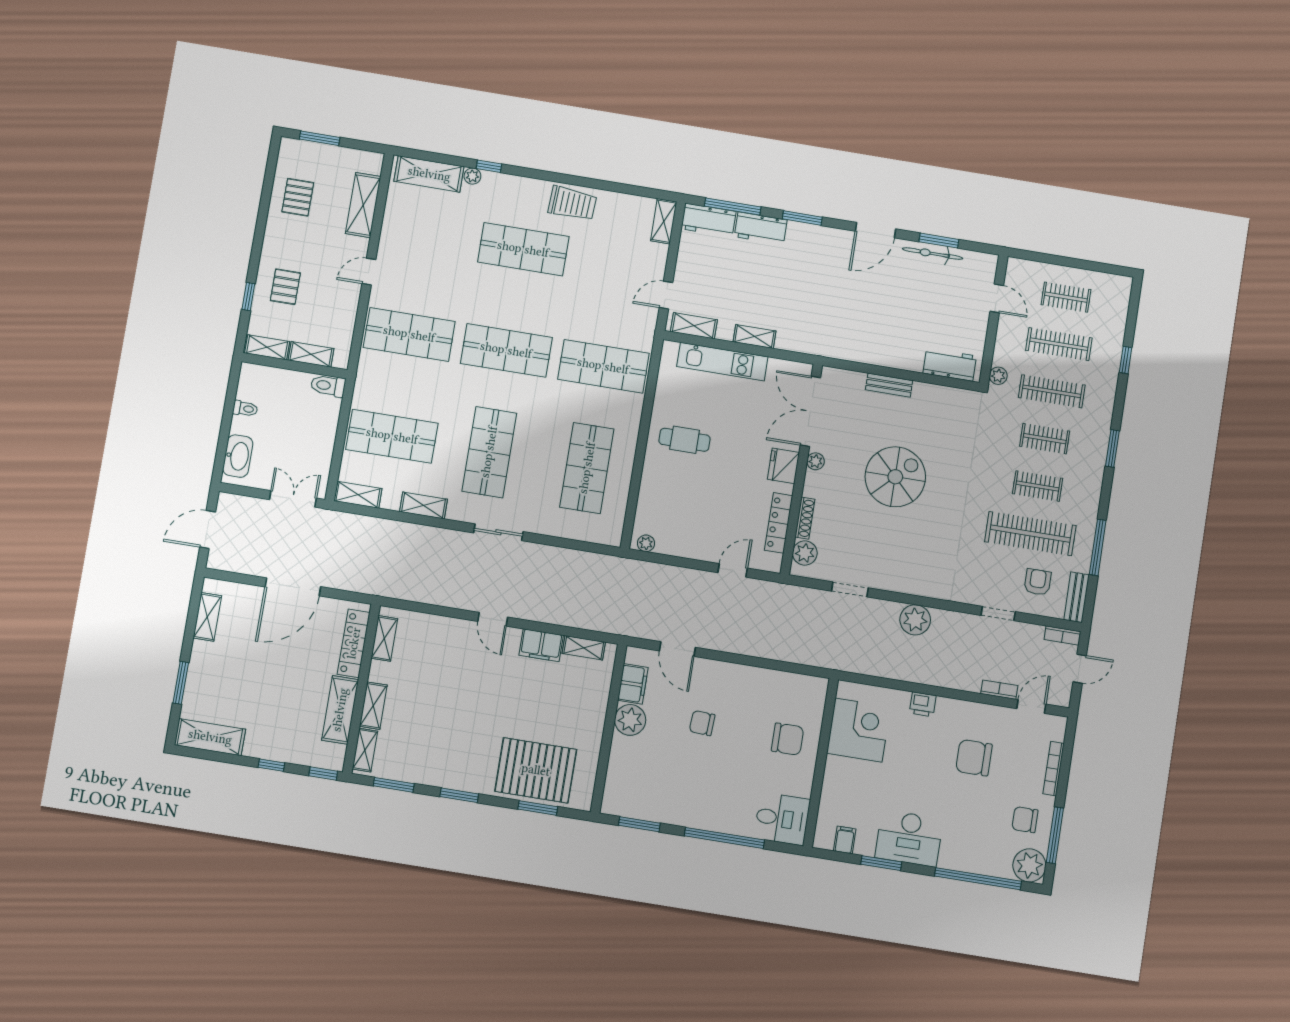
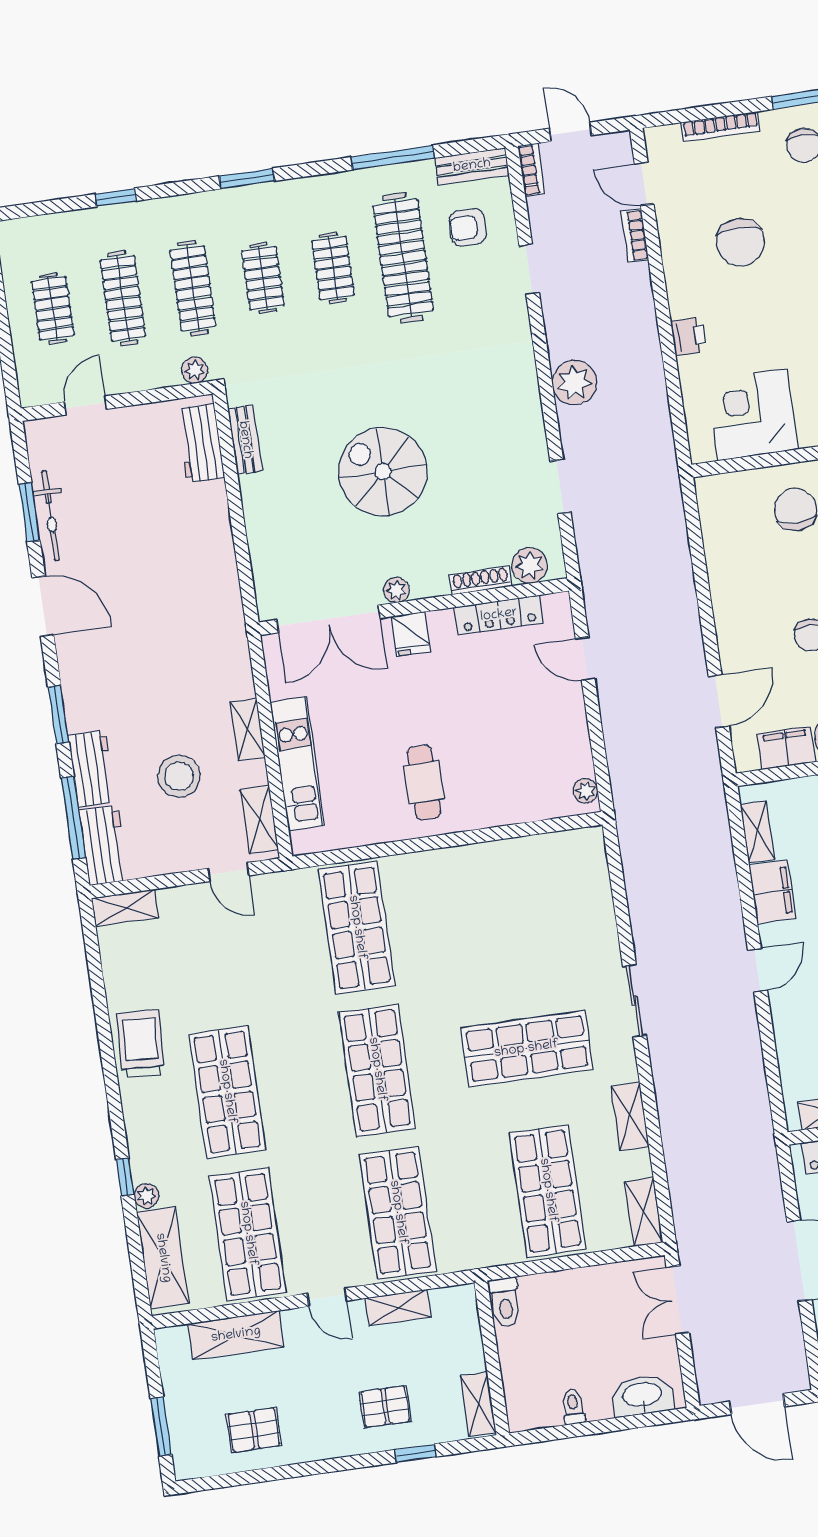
stool: (738, 283) -> (179, 776), added
shelving: (311, 354) -> (398, 1308), moved, turned 90
bench: (889, 385) -> (245, 440), moved
fridge: (783, 466) -> (411, 634), width x0.72
shop shelf: (587, 468) -> (248, 1234), moved, turned 90

